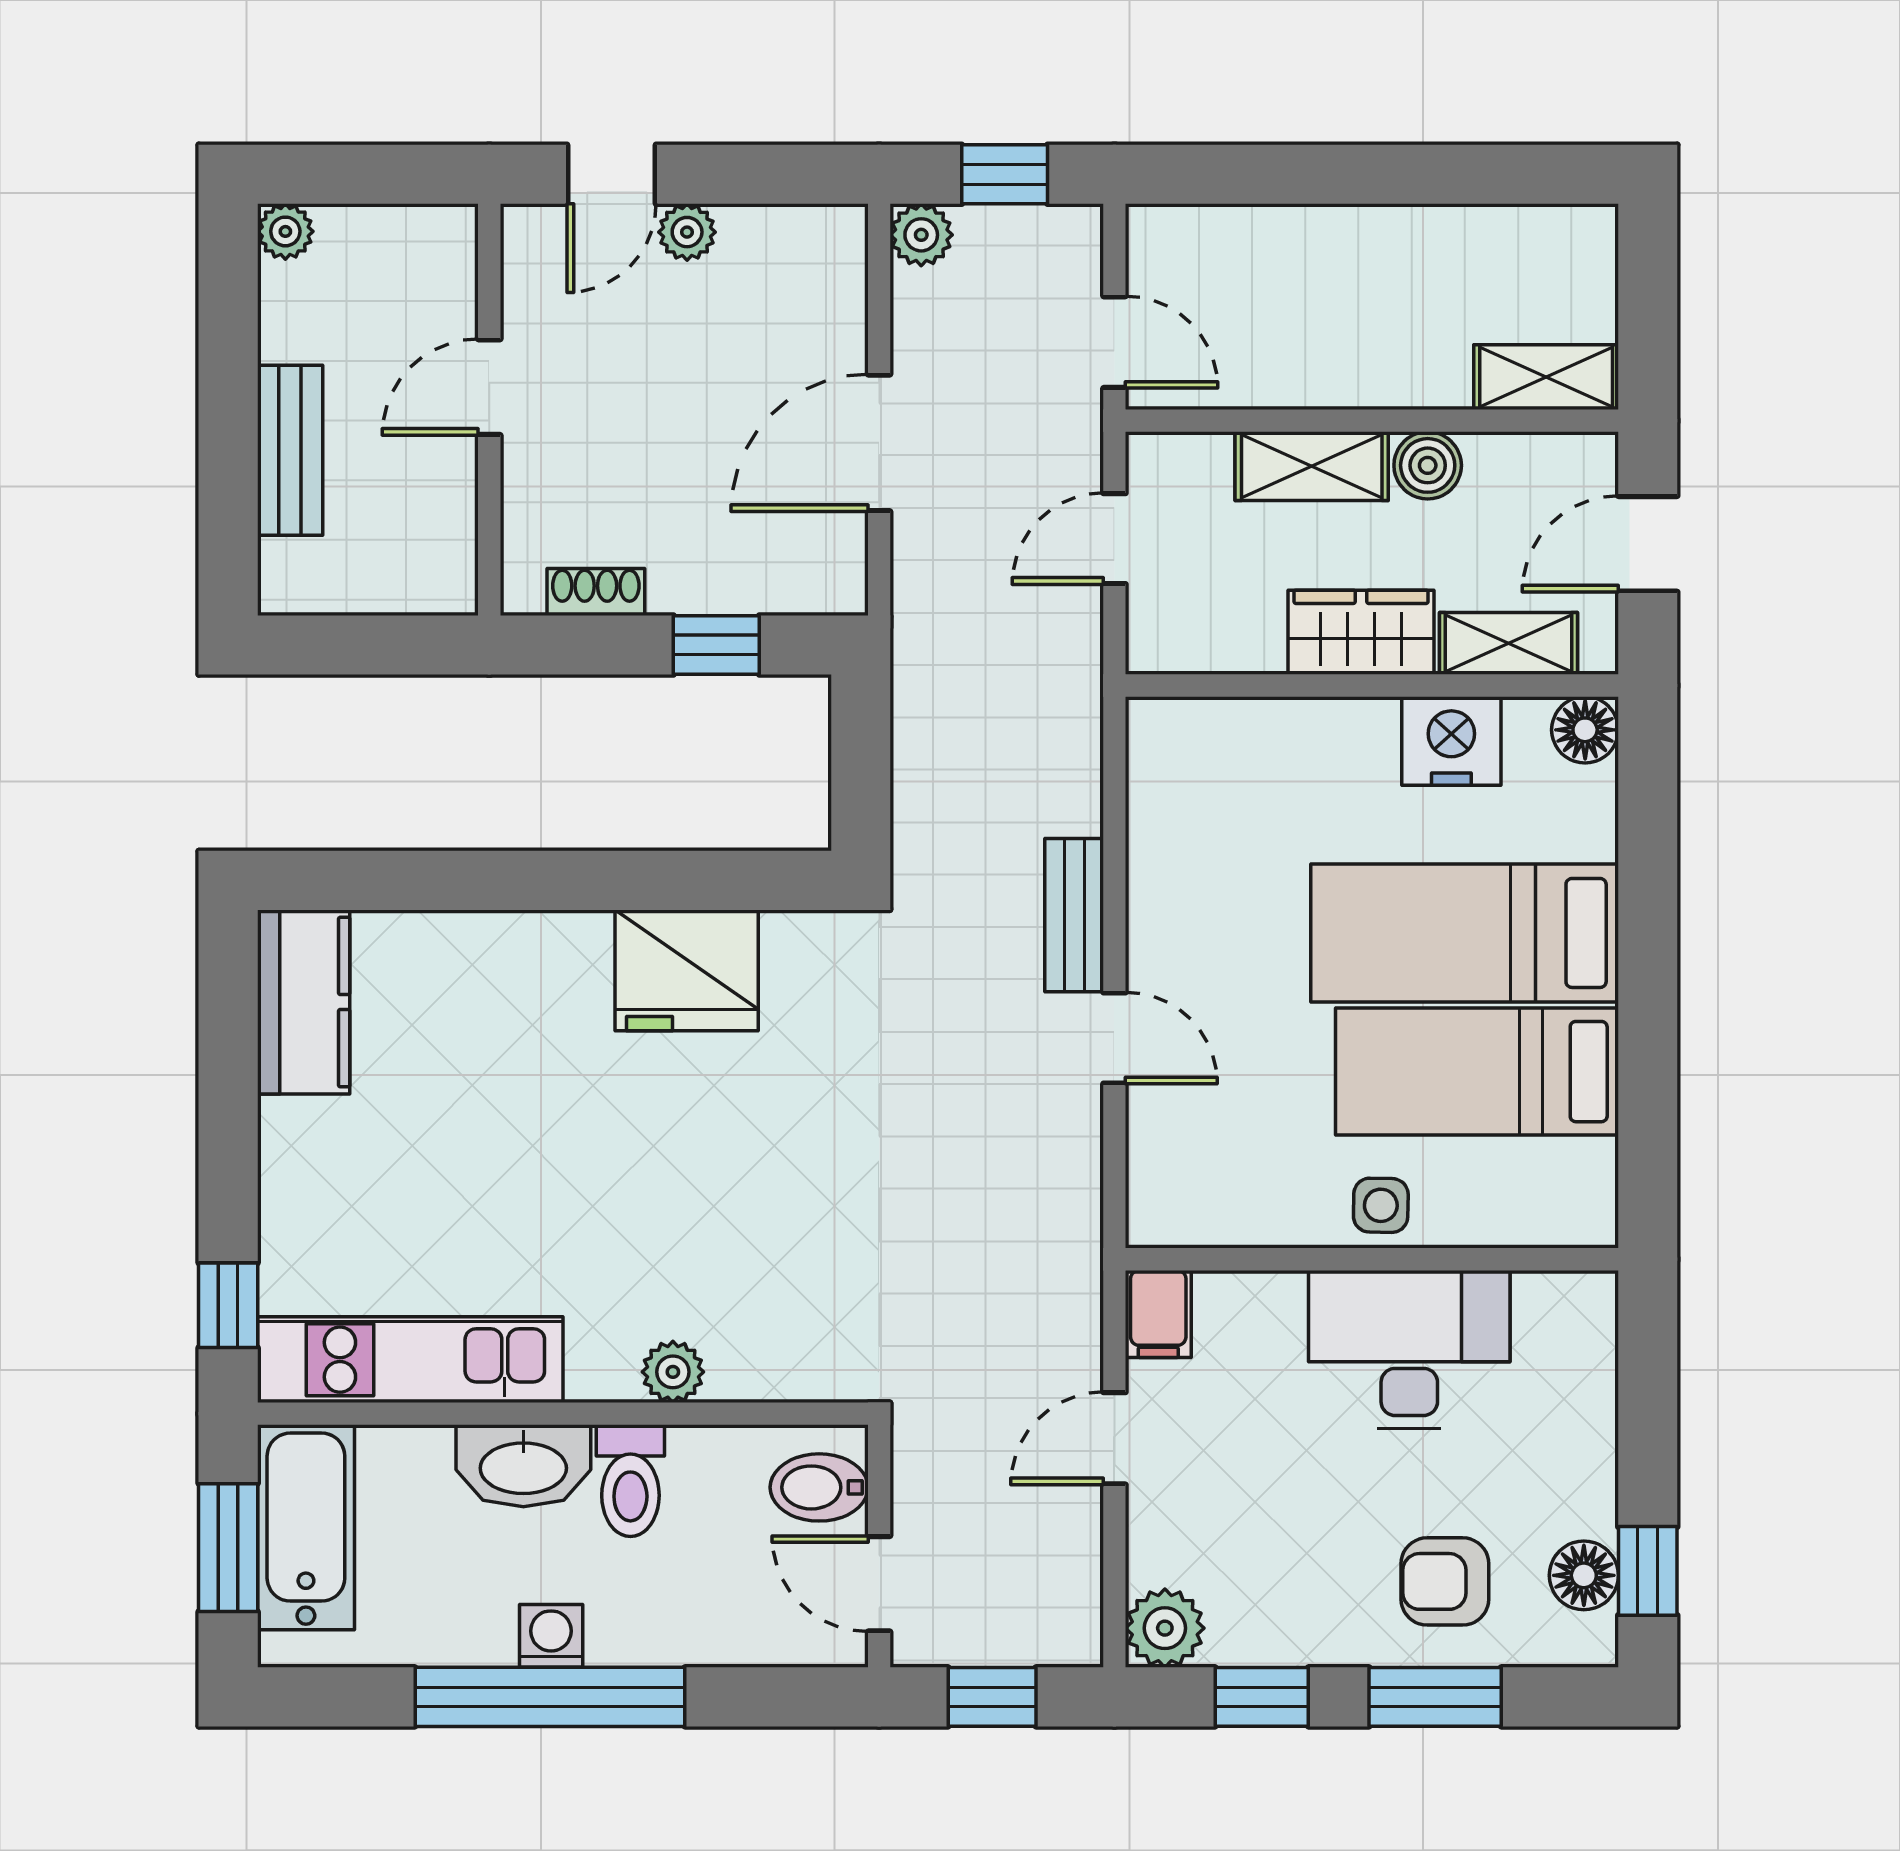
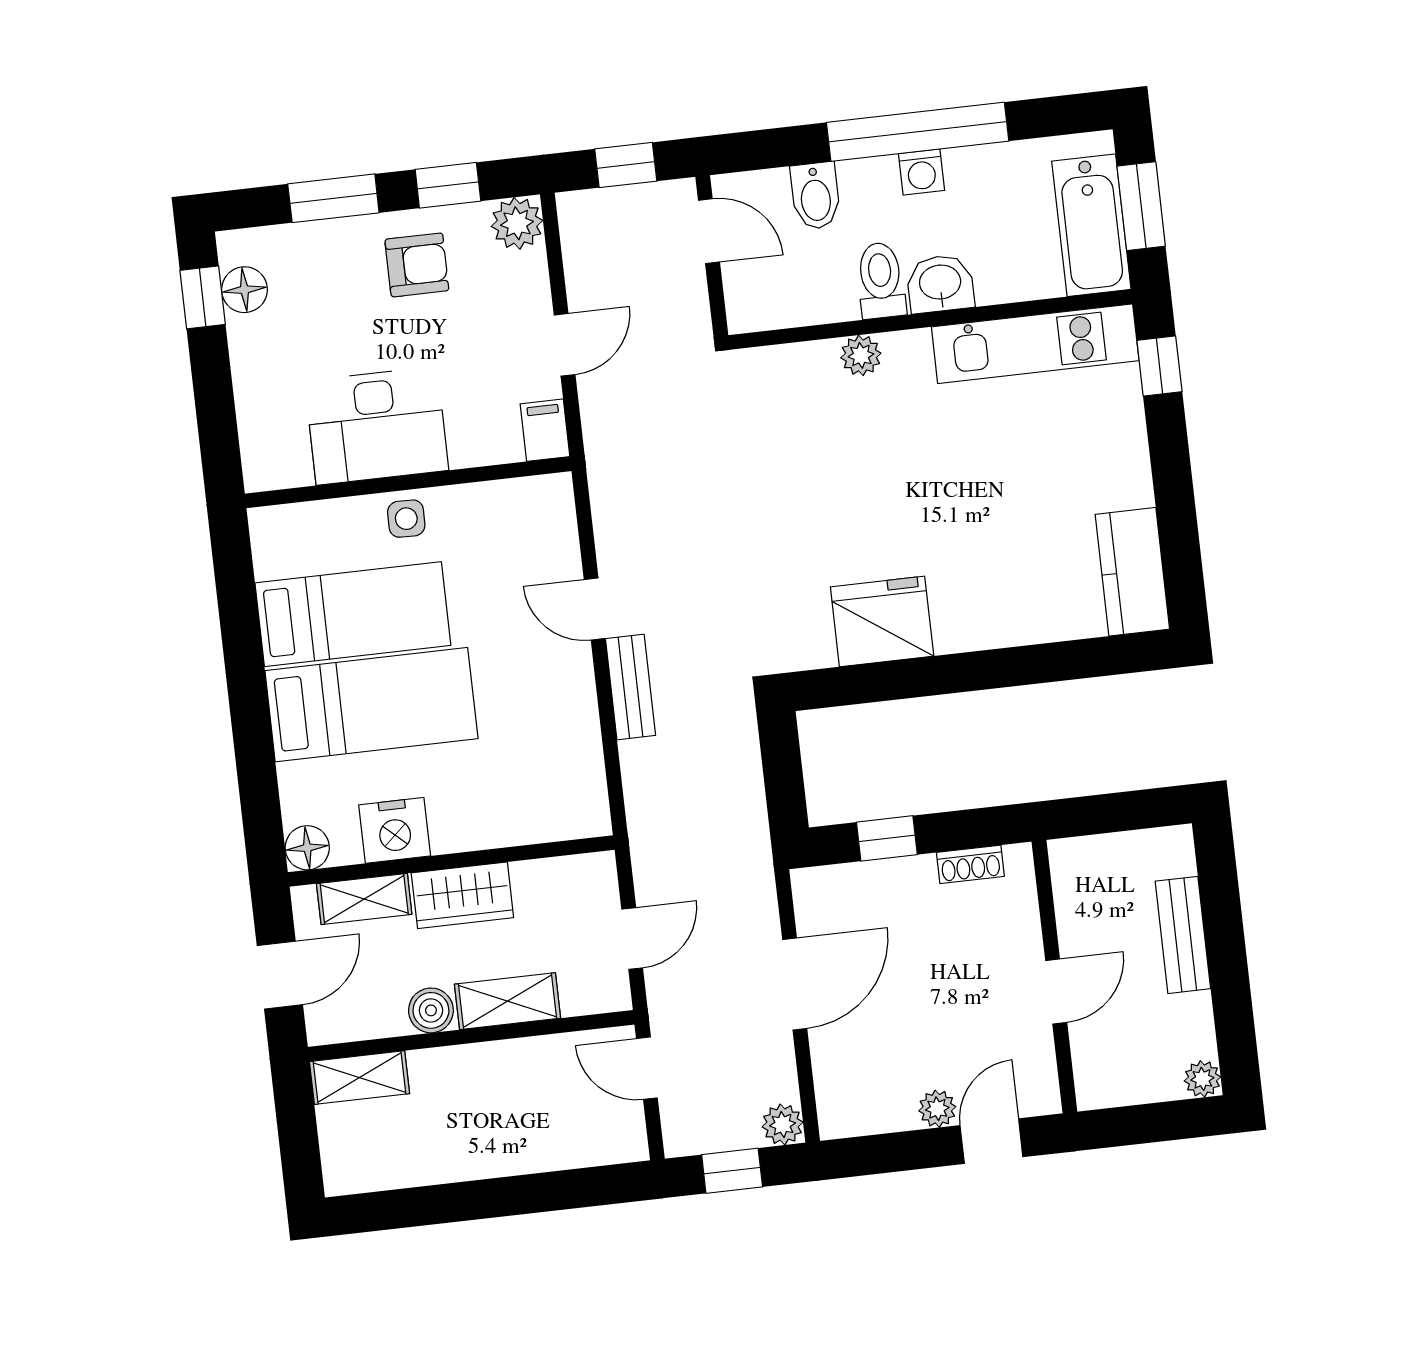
washbasin: (523, 1466) -> (940, 284), width x0.72
bidet: (819, 1487) -> (815, 196), moved, turned 90
armchair: (1445, 1581) -> (417, 265), moved

